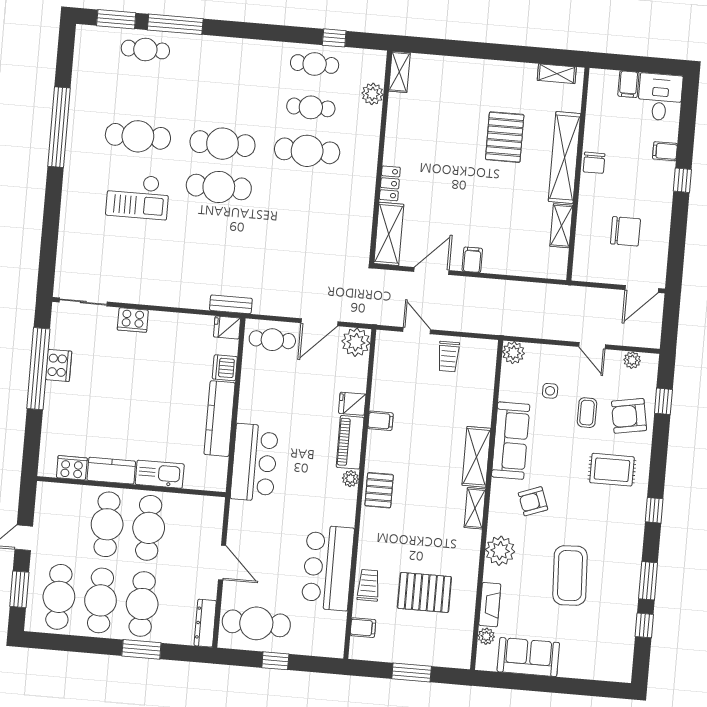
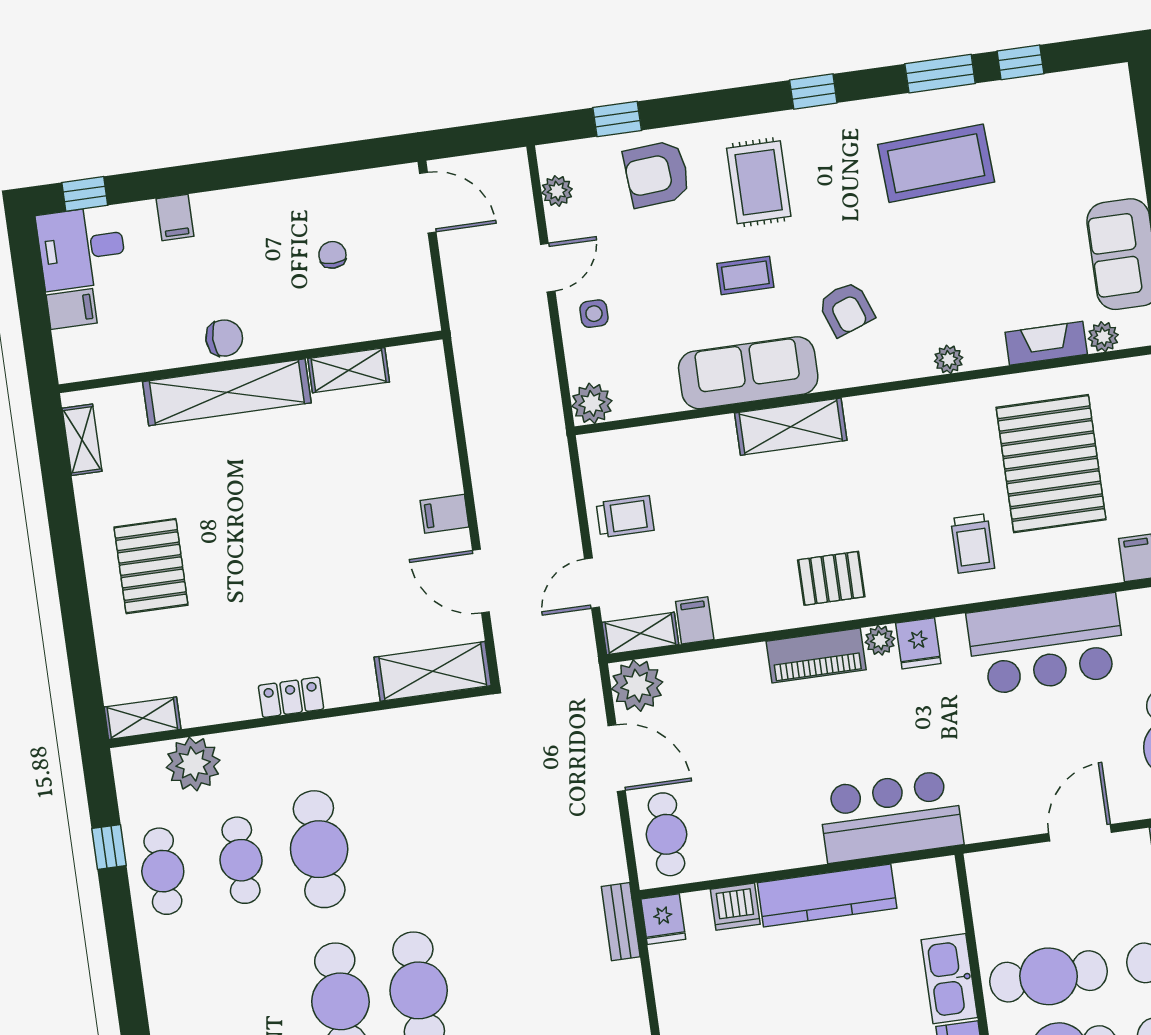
plant: (372, 94) -> (193, 764), width x1.36, depth x1.36
pallet: (505, 137) -> (151, 566), moved, turned 90
window: (682, 180) -> (85, 194), moved
locker: (390, 183) -> (291, 697), moved
chair: (625, 231) -> (332, 255), width x0.54, depth x0.54
side table: (550, 391) -> (594, 314), moved
fridge: (352, 404) -> (918, 643), moved
coffee table: (587, 413) -> (745, 275), moved
armchair: (629, 416) -> (657, 174), turned 96
filing cabinet: (381, 421) -> (695, 620), moved
pallet: (379, 490) -> (831, 578), moved
shelving: (475, 508) -> (640, 633), moved
plant: (500, 551) -> (949, 359), width x0.53, depth x0.53
coffee table: (570, 576) -> (936, 163), moved
trolley: (368, 585) -> (973, 543), moved, turned -90
pallet: (424, 592) -> (1051, 464), width x1.37, depth x1.41

